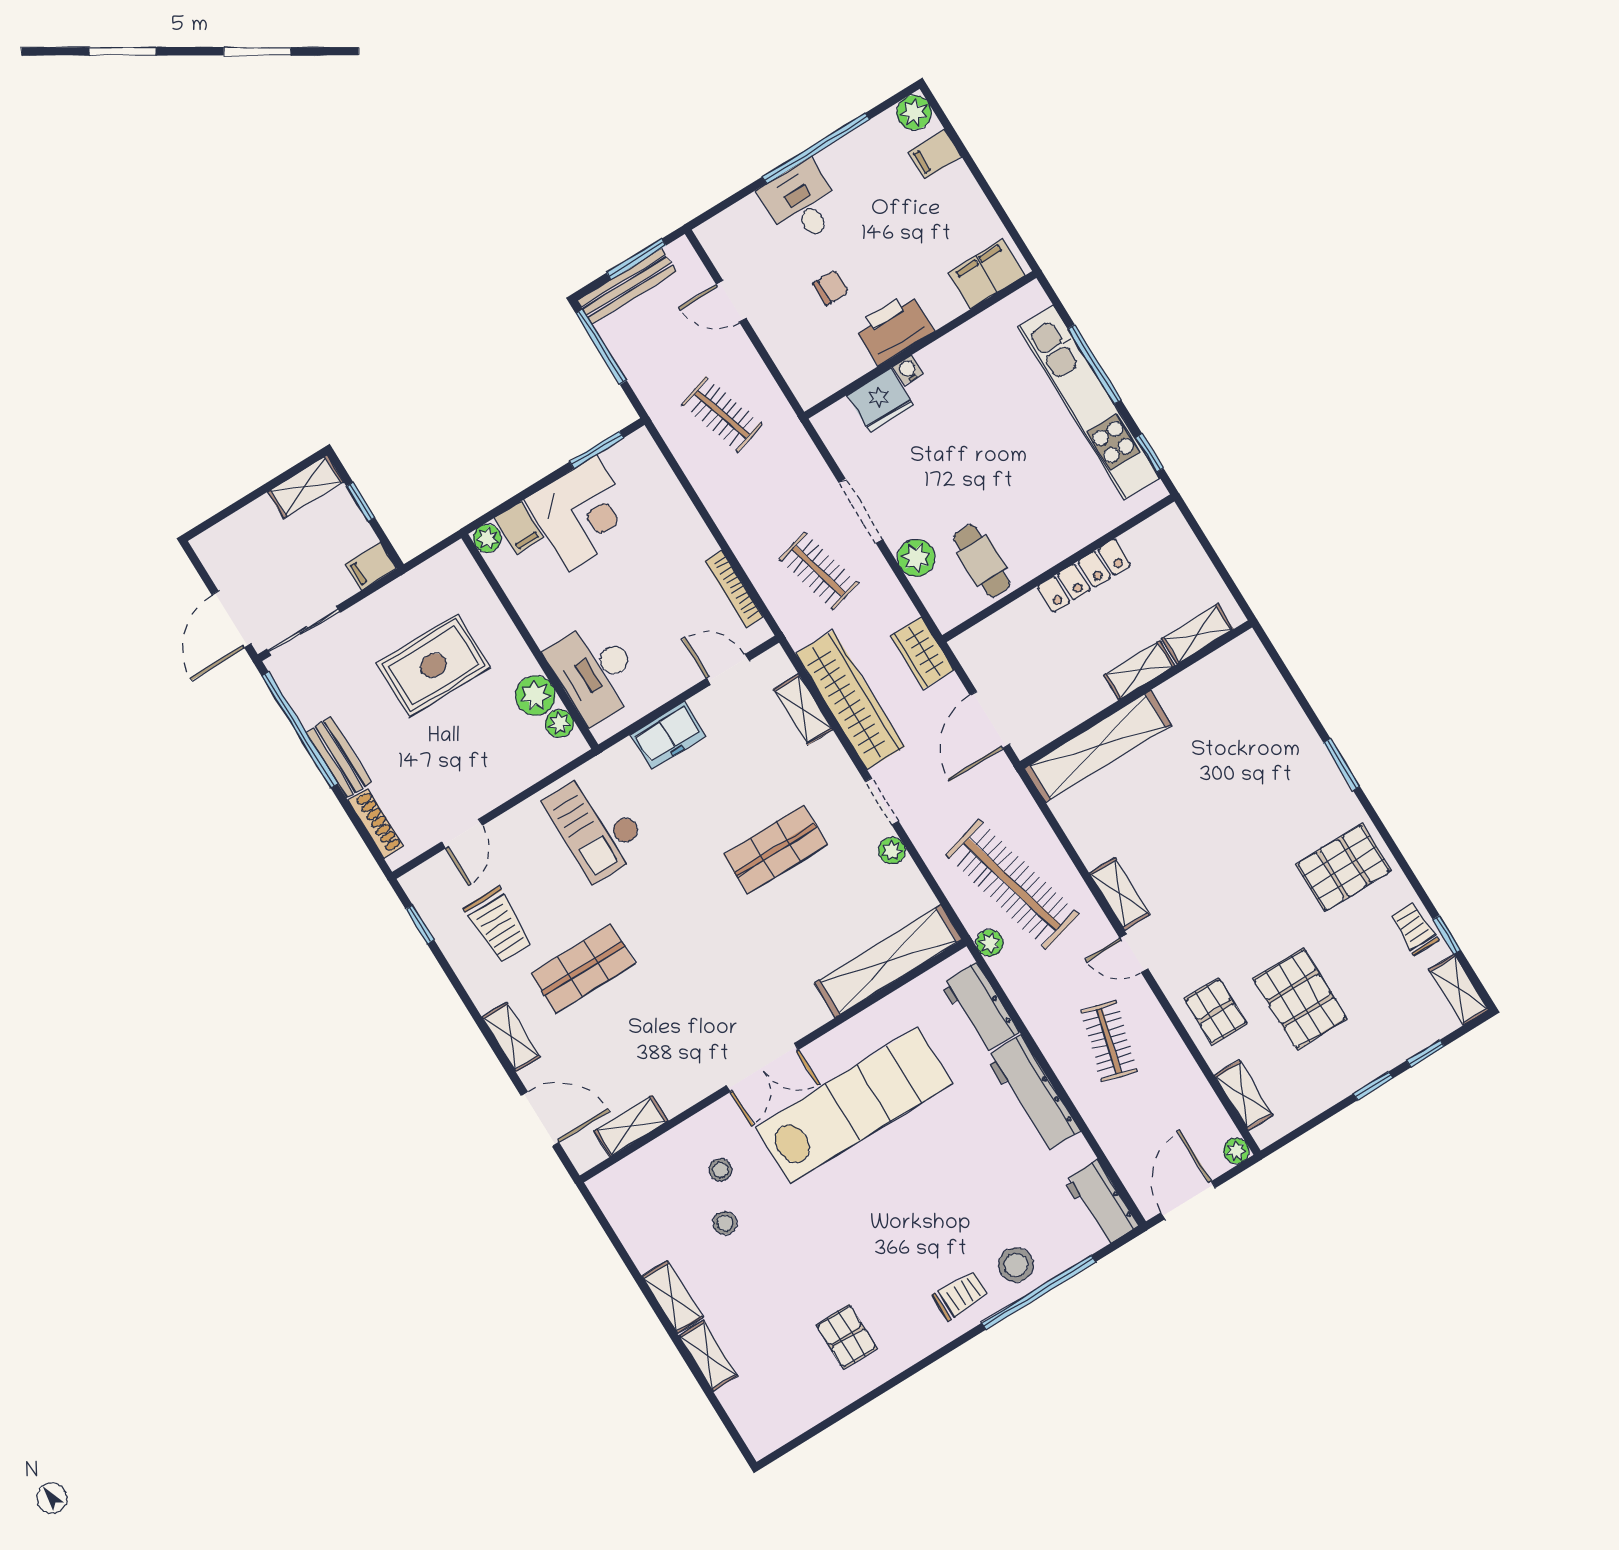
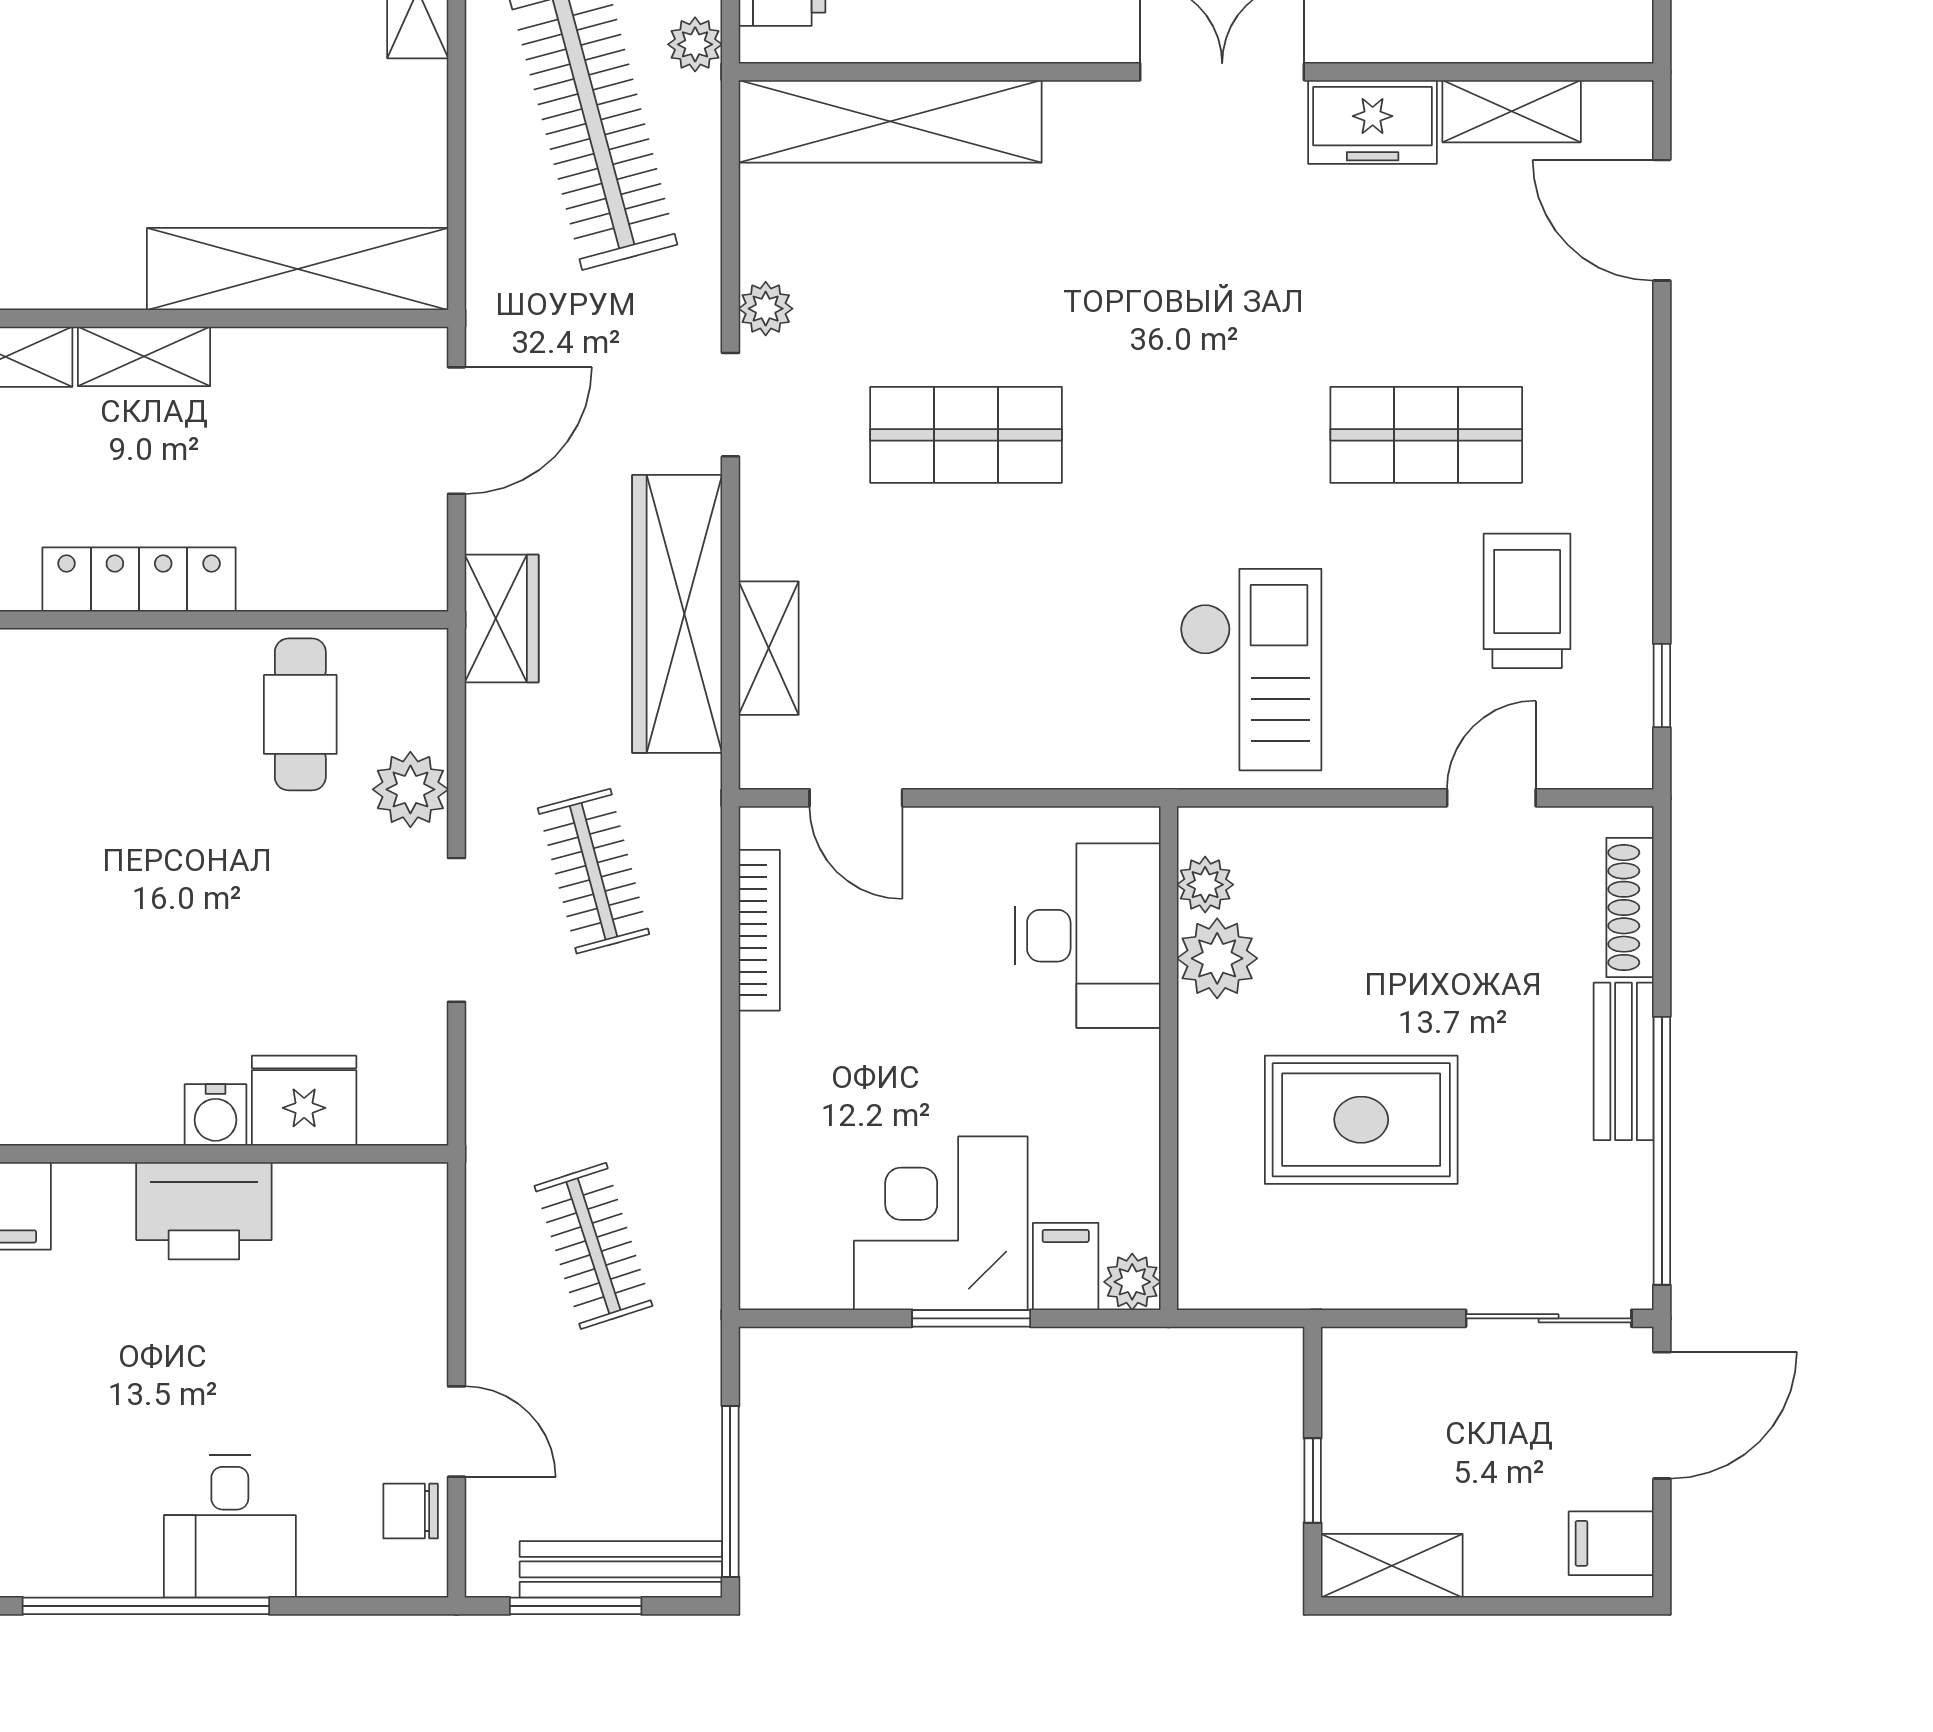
chair: (831, 288) -> (411, 1511), moved
water cooler: (908, 370) -> (216, 1115), width x1.38, depth x1.38
window: (597, 450) -> (971, 1318), moved
filing cabinet: (371, 566) -> (1611, 1543), moved, turned 180
freezer: (668, 735) -> (1373, 122), moved, turned 180
shelving: (511, 1037) -> (1624, 393), removed

